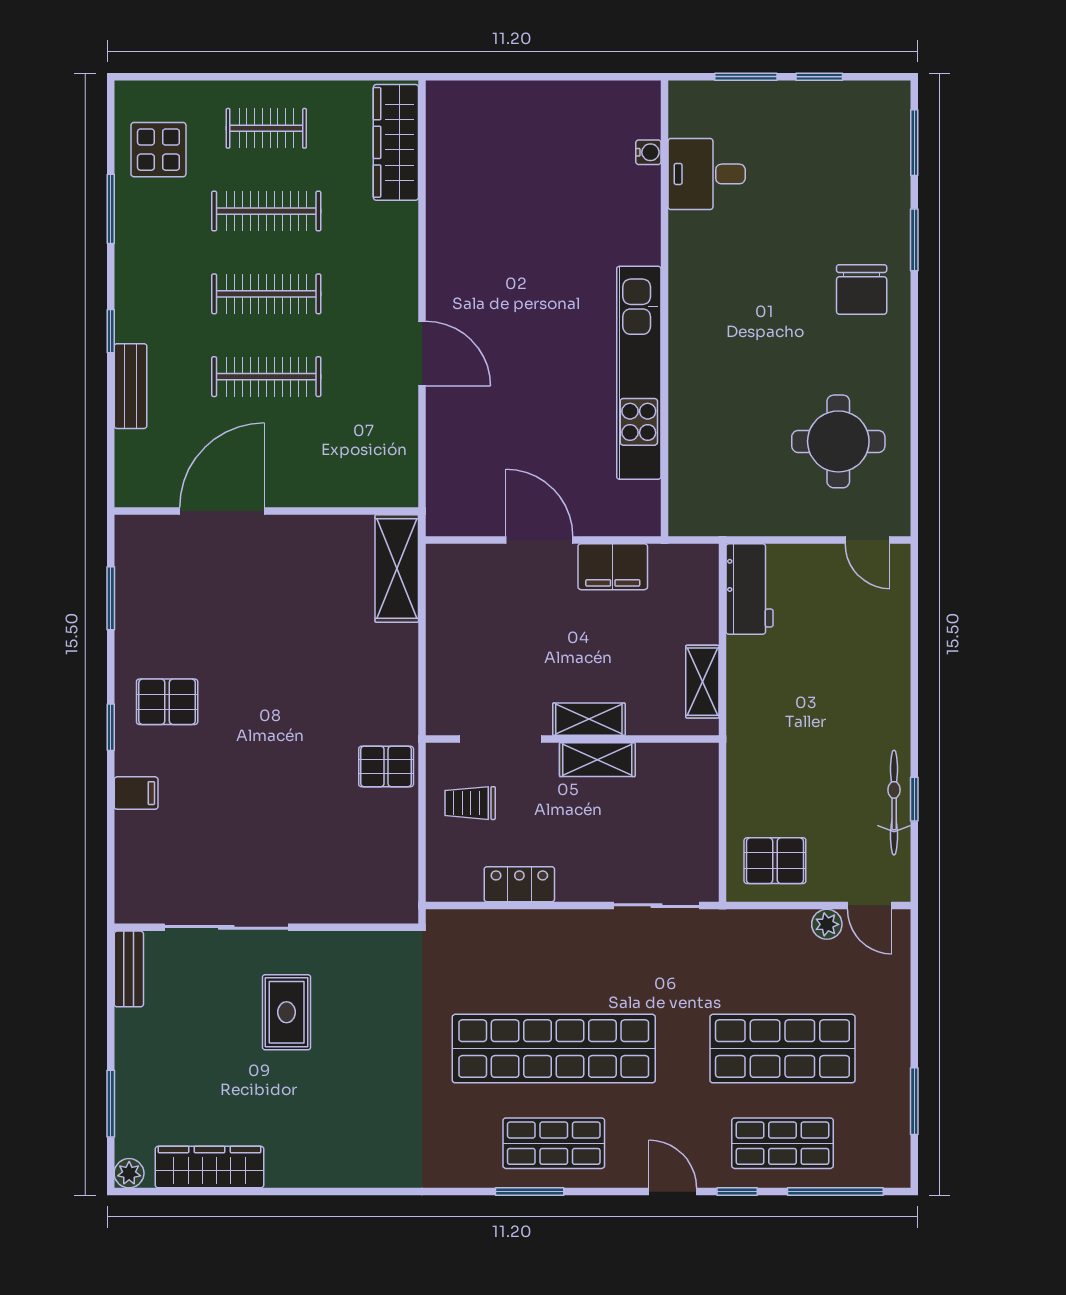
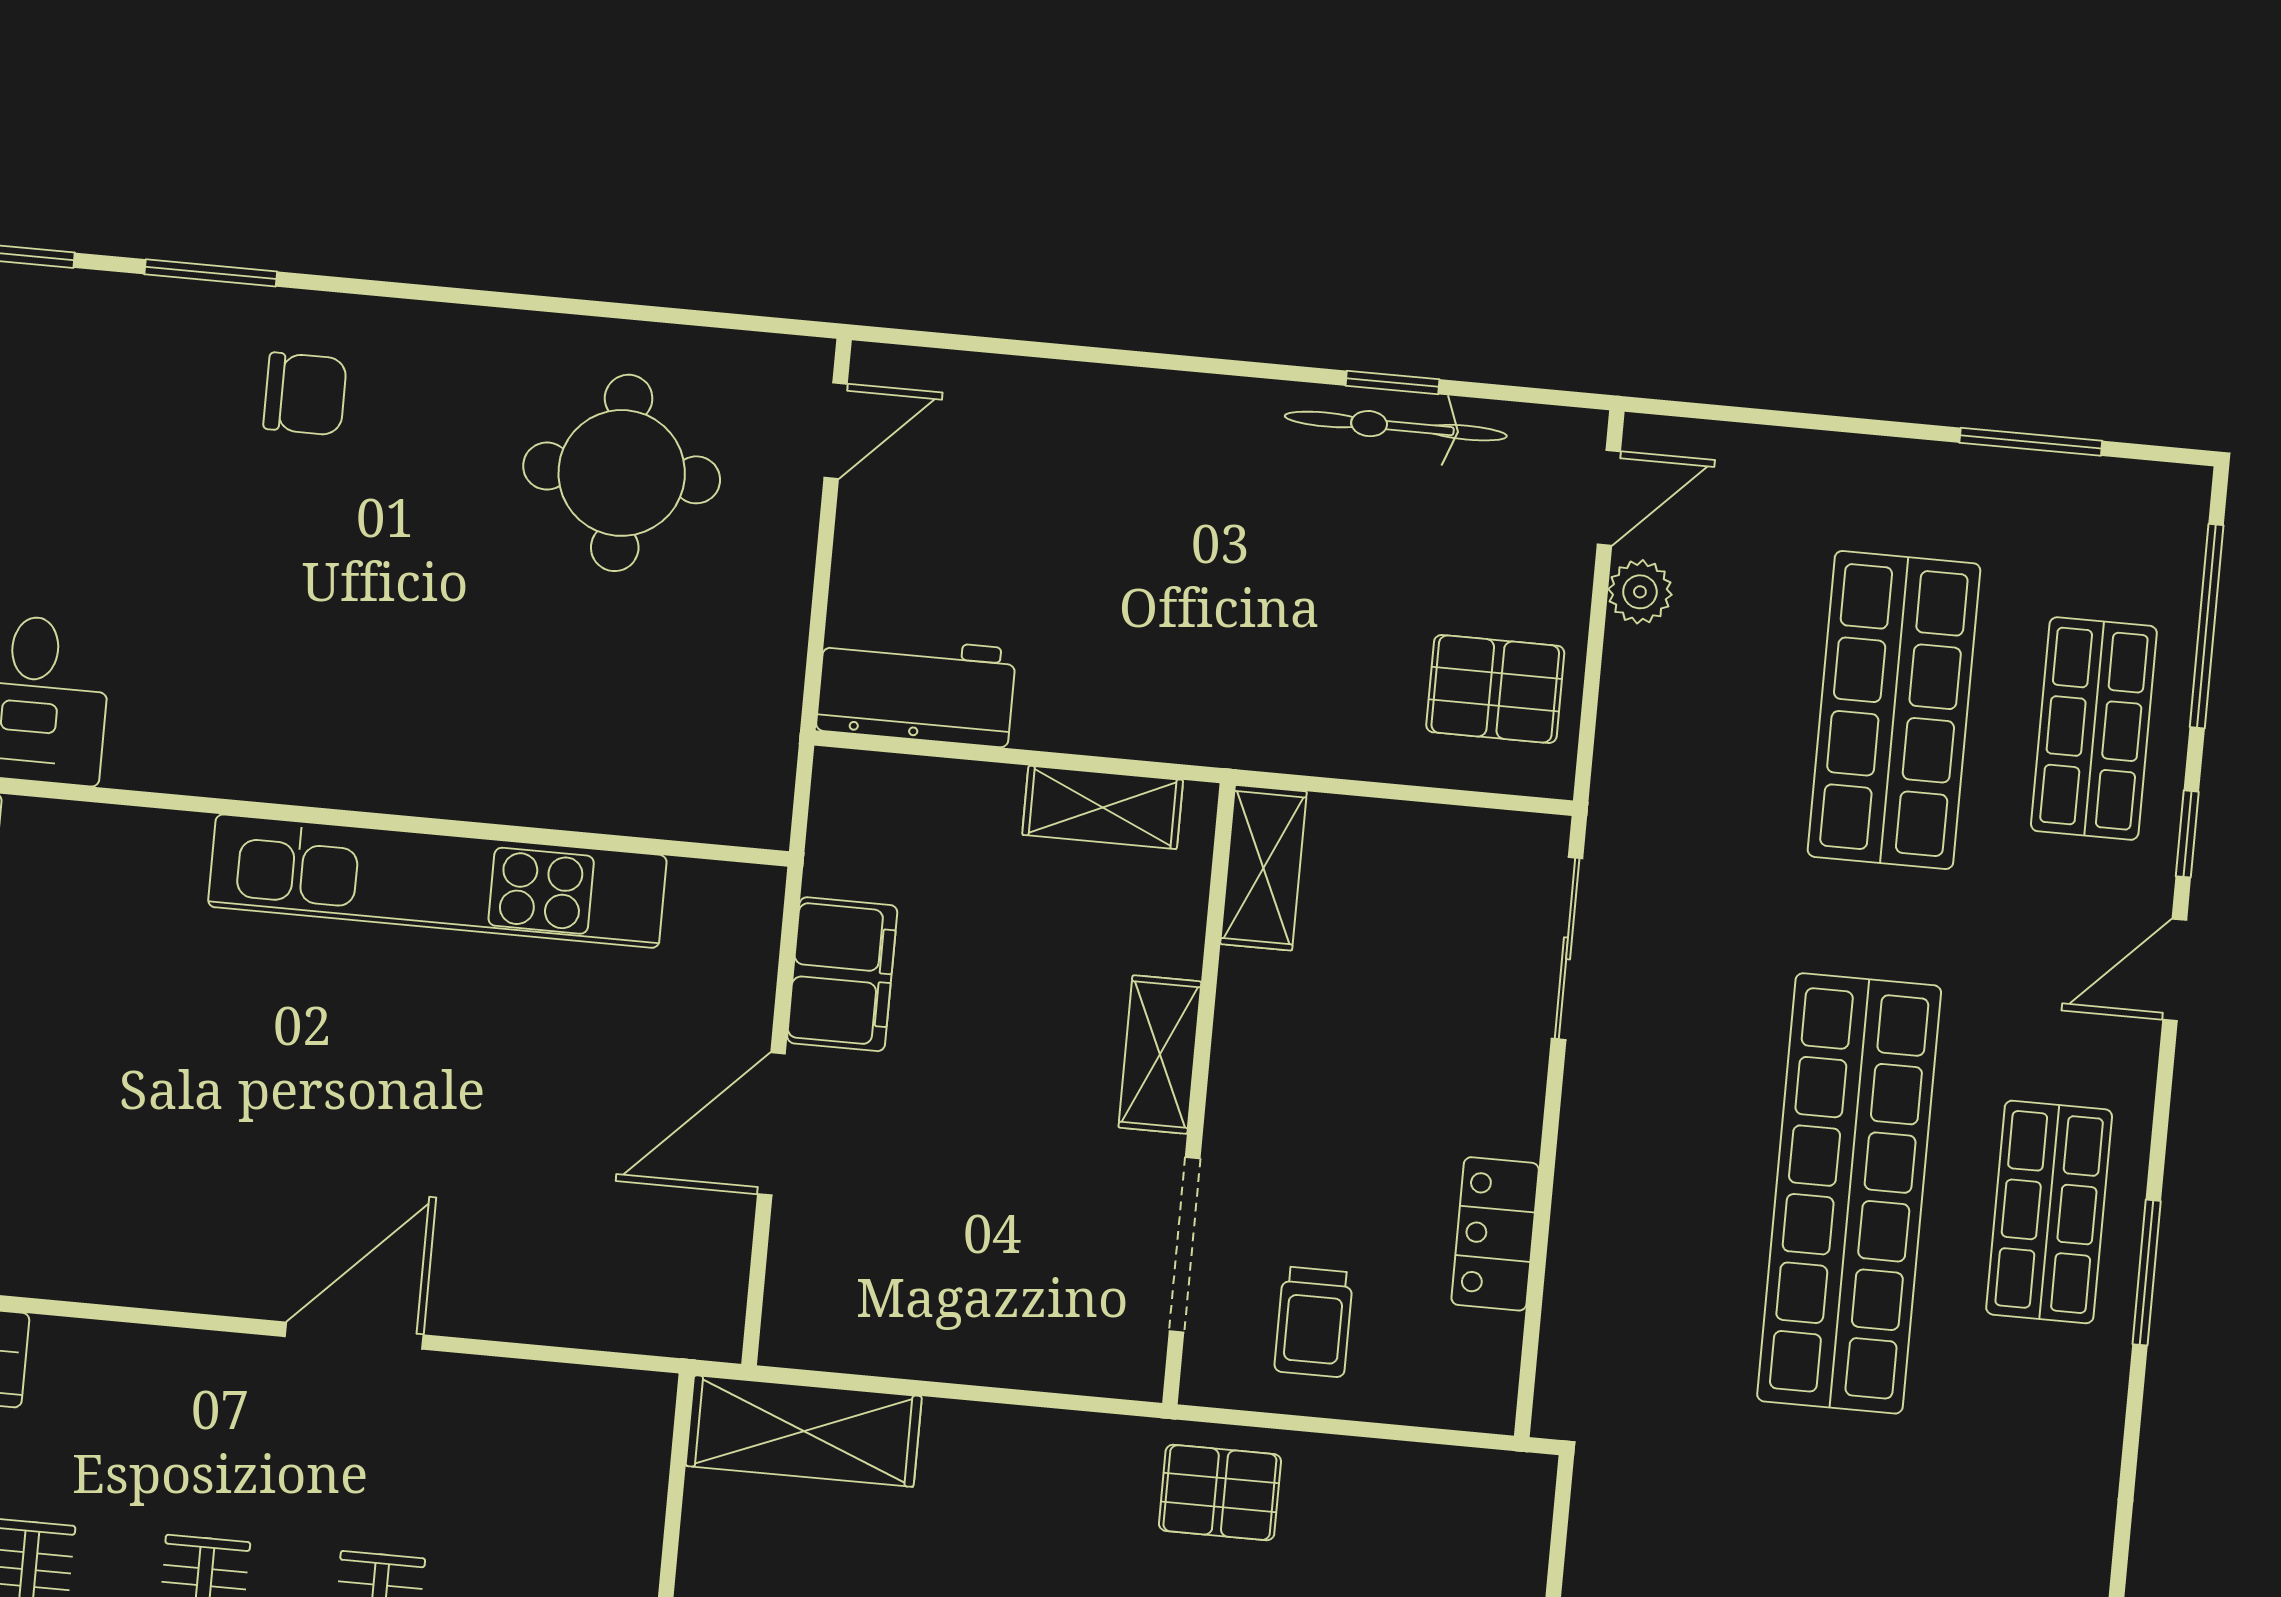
chair: (862, 290) -> (305, 394), width x0.73, depth x0.73
shelving: (597, 760) -> (1263, 868), moved
pallet: (386, 766) -> (1220, 1493), turned 90
pallet: (775, 861) -> (1495, 689), turned 90

